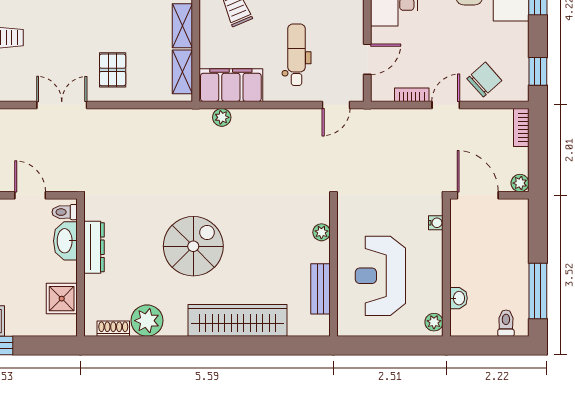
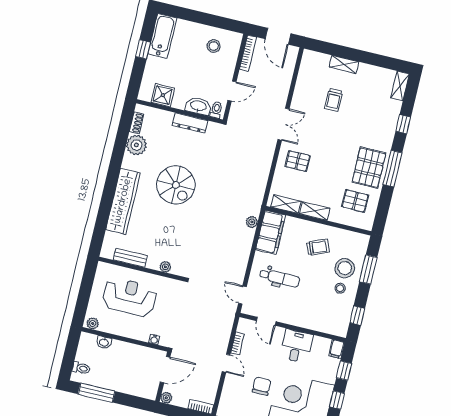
chair: (484, 80) -> (262, 386), moved, turned -138

